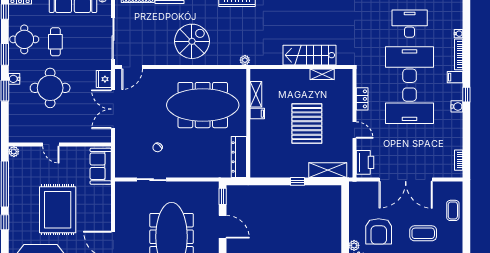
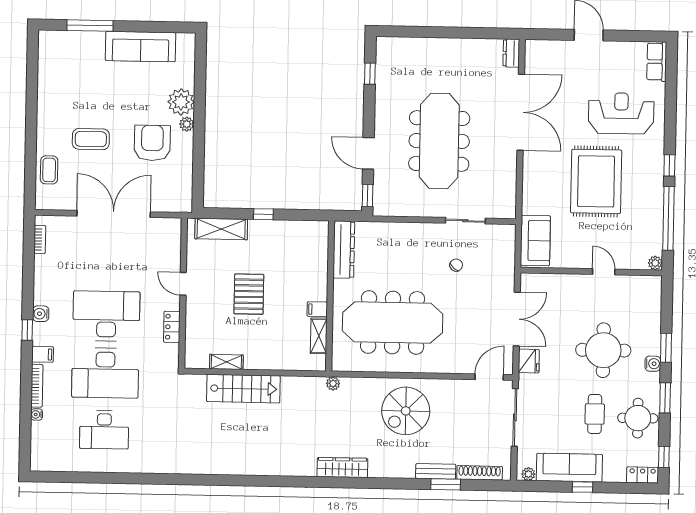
pallet: (307, 124) -> (249, 294), width x0.73, depth x0.71
printer: (365, 162) -> (169, 239), removed

